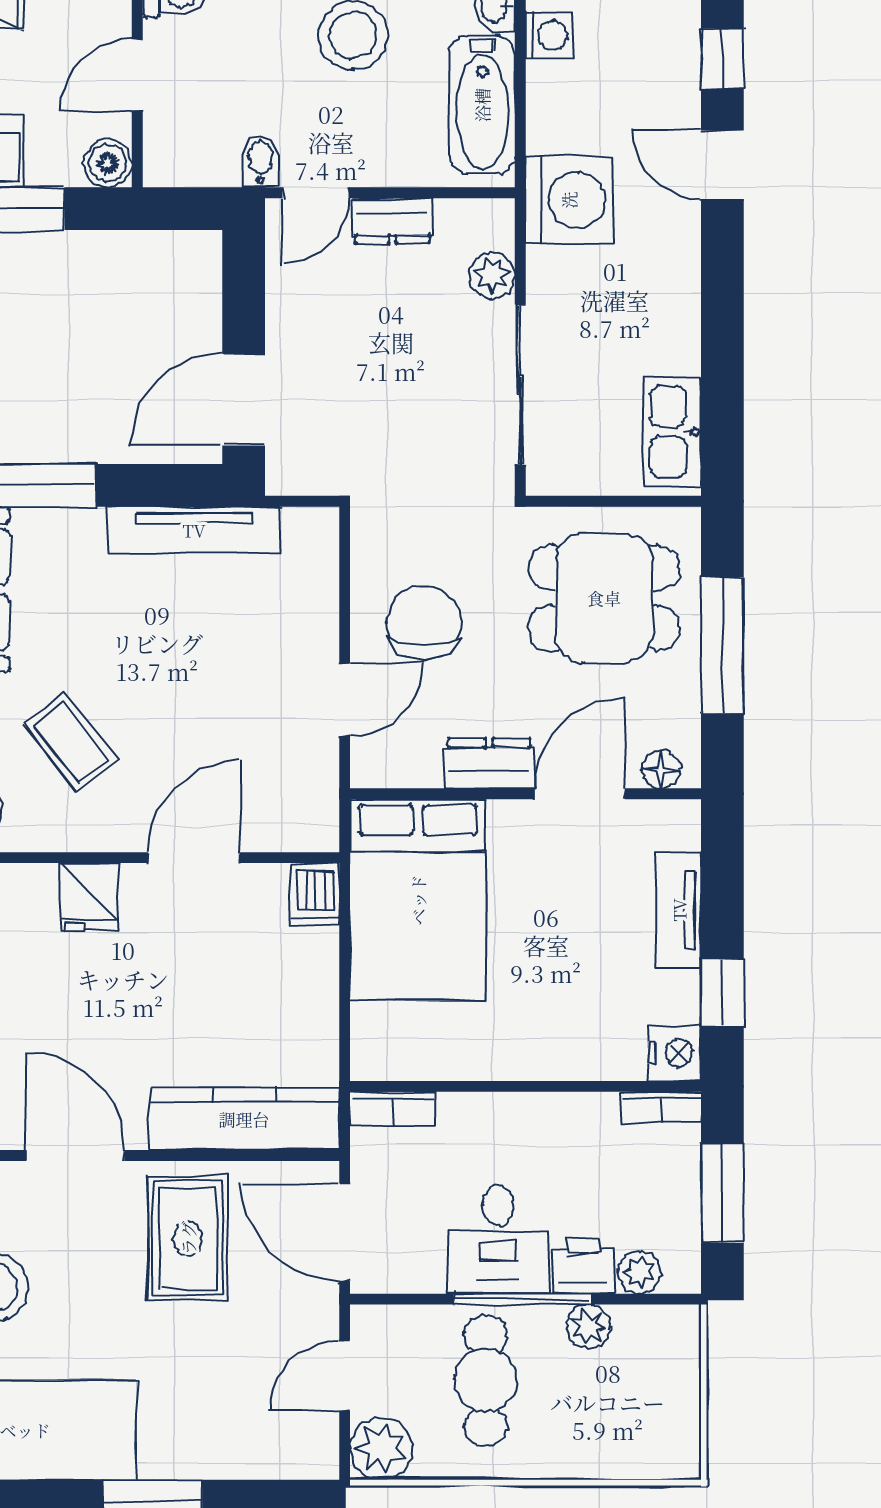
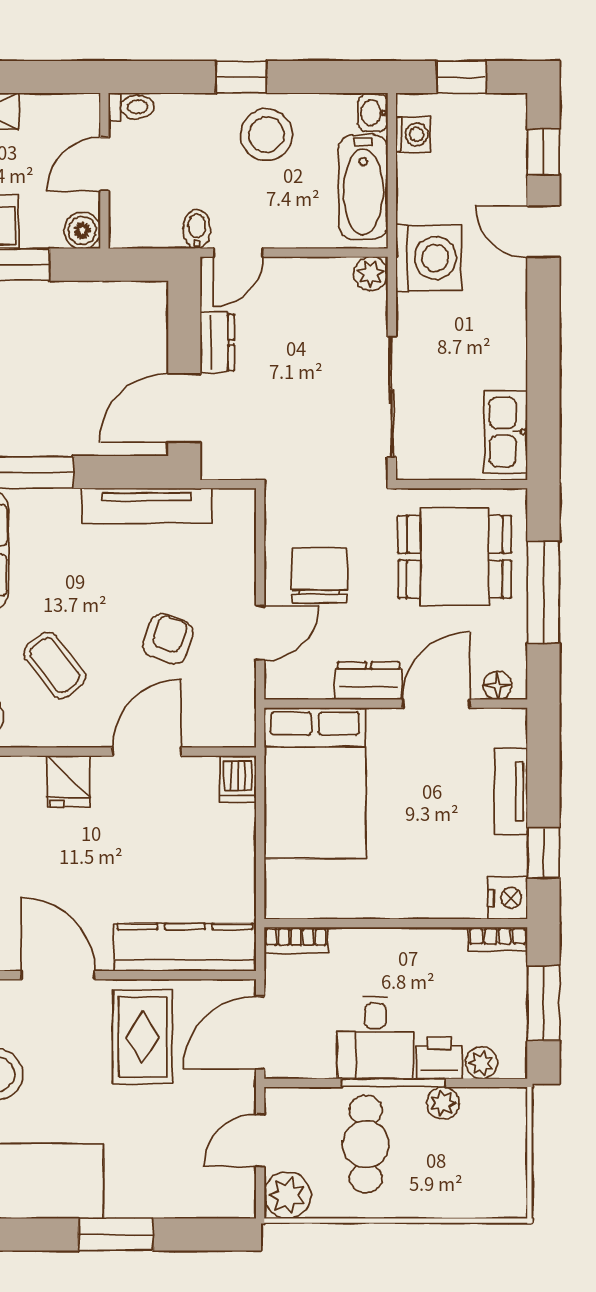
dresser: (392, 221) -> (217, 343), moved, turned -90
plant: (492, 275) -> (371, 274), moved
armchair: (222, 708) -> (168, 639), added
door: (345, 1232) -> (260, 1033), hinge flipped

